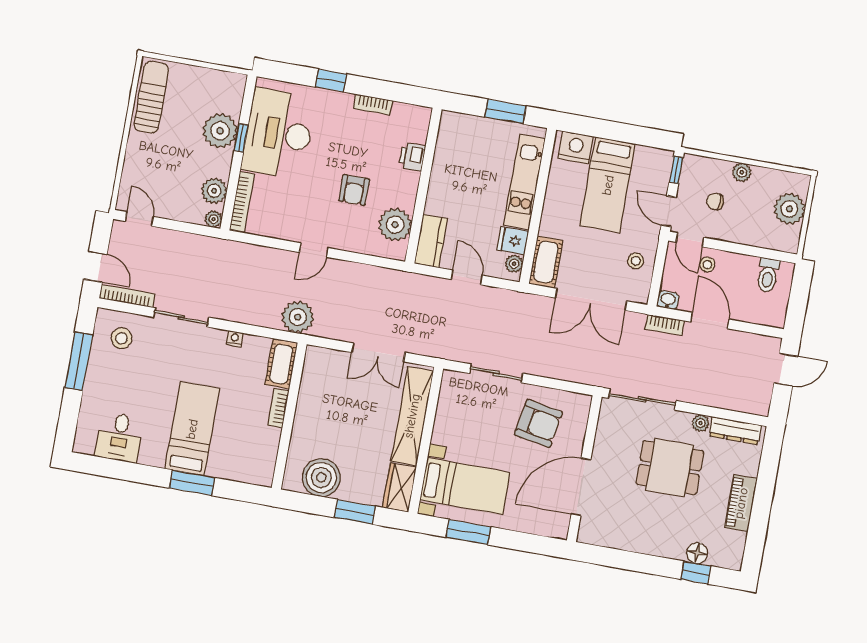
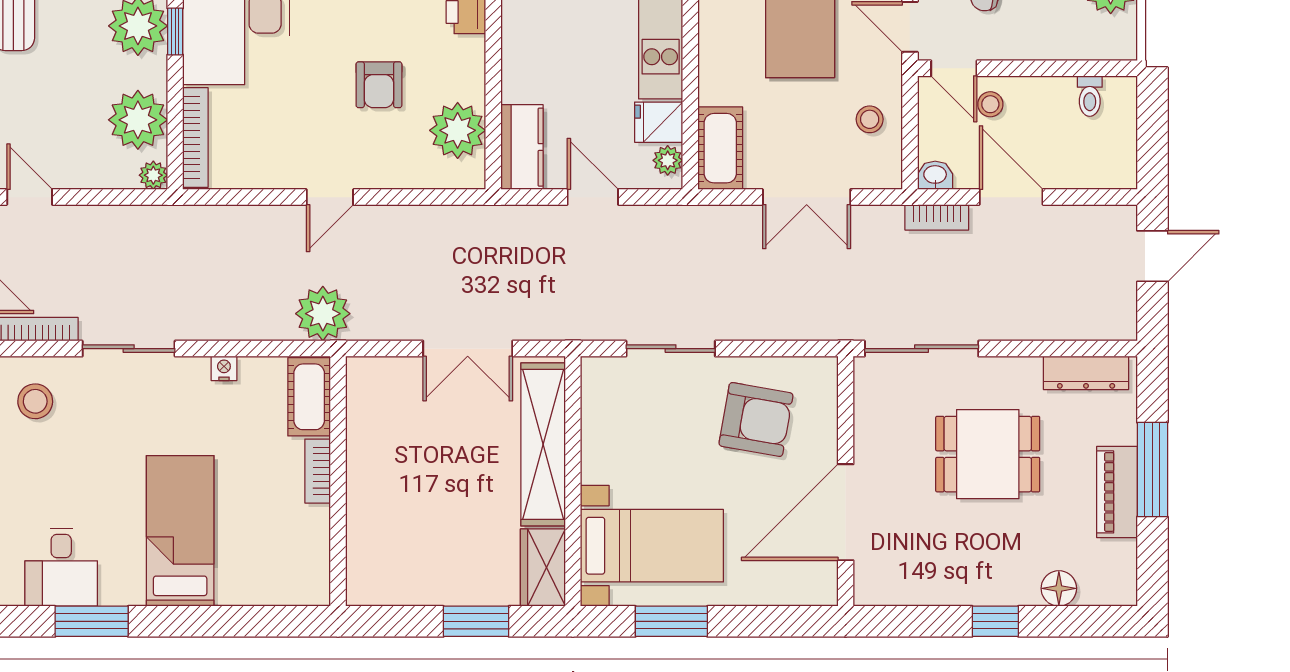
plant: (214, 191) -> (138, 120), width x1.36, depth x1.36
toilet: (768, 275) -> (1090, 96), width x0.73, depth x0.72
double door: (591, 299) -> (807, 197), width x0.73
plant: (701, 423) -> (1026, 371), removed
boiler: (321, 478) -> (410, 574), removed
window: (192, 483) -> (92, 621), moved
window: (764, 494) -> (1152, 470), added
window: (696, 573) -> (995, 621), moved

